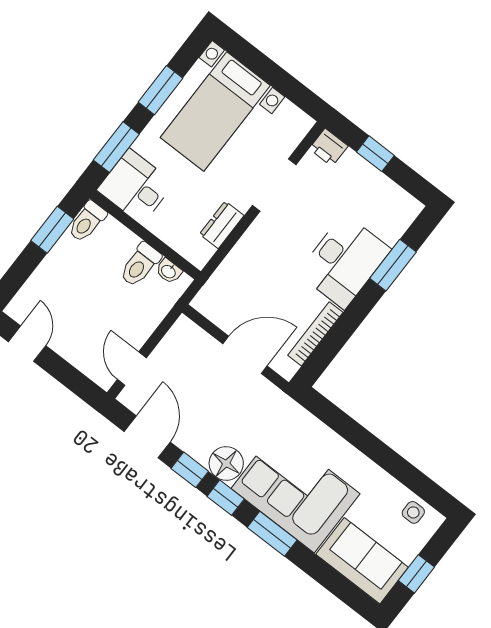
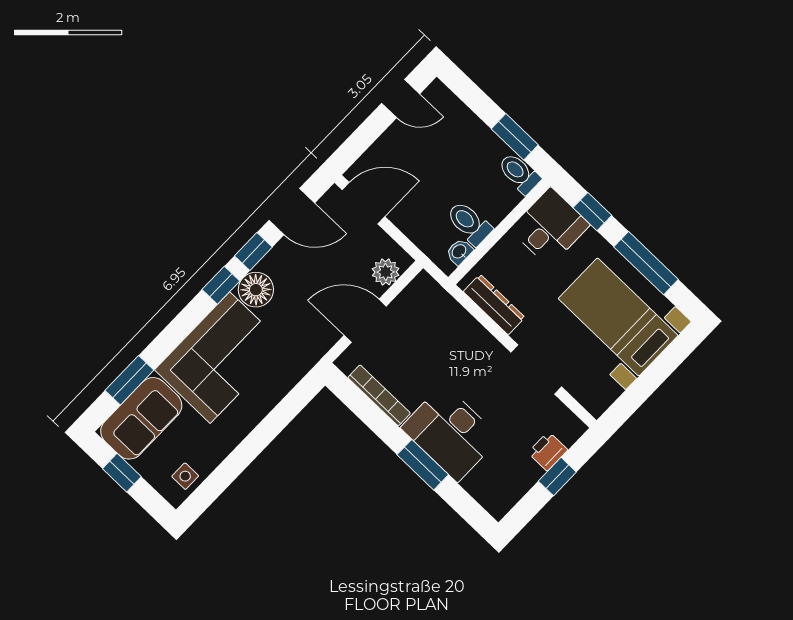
window: (161, 90) -> (646, 263), width x1.44
window: (116, 147) -> (592, 212), width x0.67
printer: (329, 147) -> (548, 451), moved
dresser: (222, 225) -> (494, 304), width x1.44
window: (393, 265) -> (423, 465), moved
plant: (196, 340) -> (386, 272), added
door: (245, 355) -> (365, 321), swing flipped
door: (132, 369) -> (364, 203), width x1.38
window: (272, 534) -> (129, 380), moved

